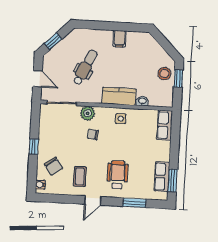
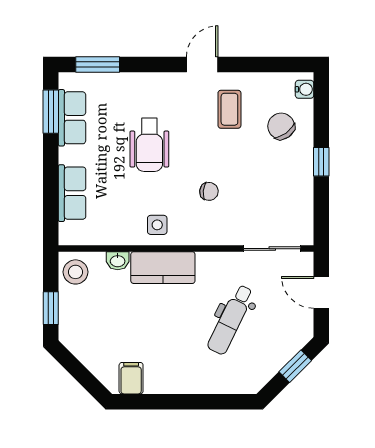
filing cabinet: (119, 39) -> (131, 378), moved
stool: (164, 74) -> (76, 272), moved
plant: (88, 113) -> (221, 232), removed
row of seats: (165, 125) -> (72, 193), moved
wheelchair: (118, 175) -> (149, 145), moved
window: (135, 203) -> (98, 65), moved

